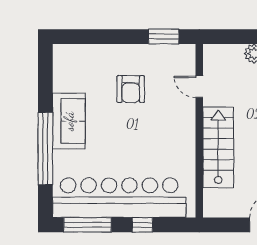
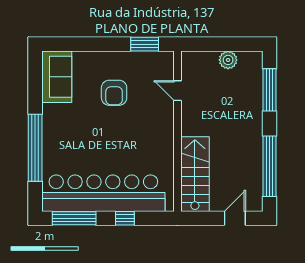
sofa: (69, 121) -> (57, 77), moved
stairs: (218, 147) -> (195, 174), moved

